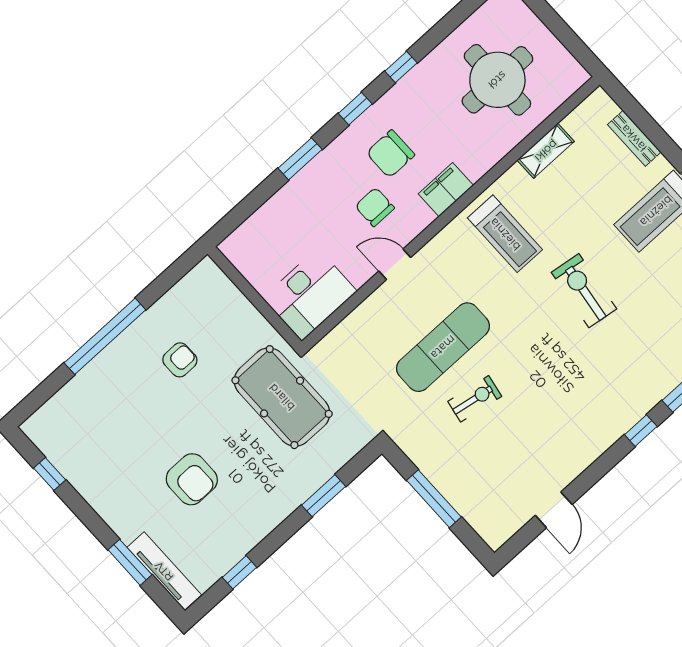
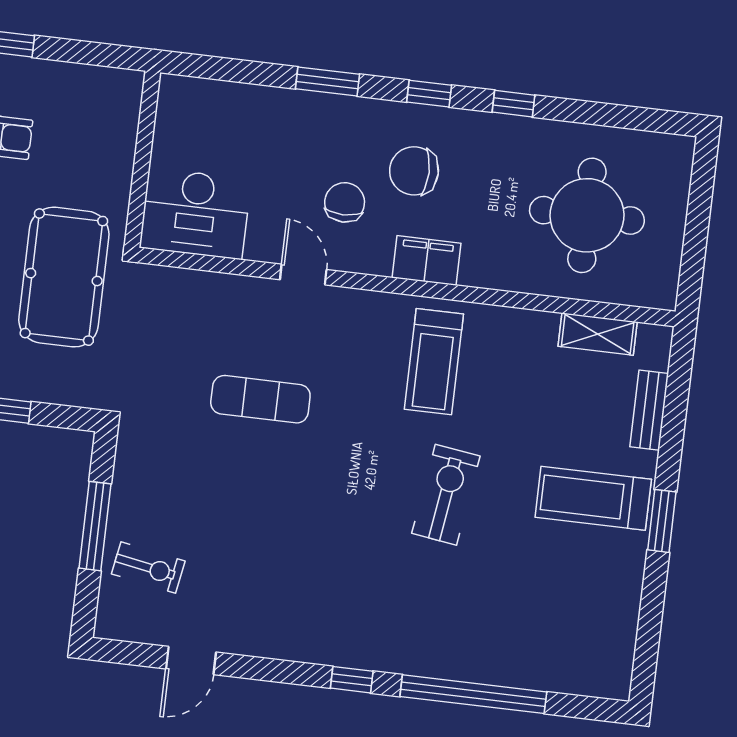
shelving: (546, 151) -> (598, 334), moved
exercise mat: (443, 347) -> (260, 399), width x0.73, depth x0.69
exercise bike: (475, 399) -> (148, 568), moved

